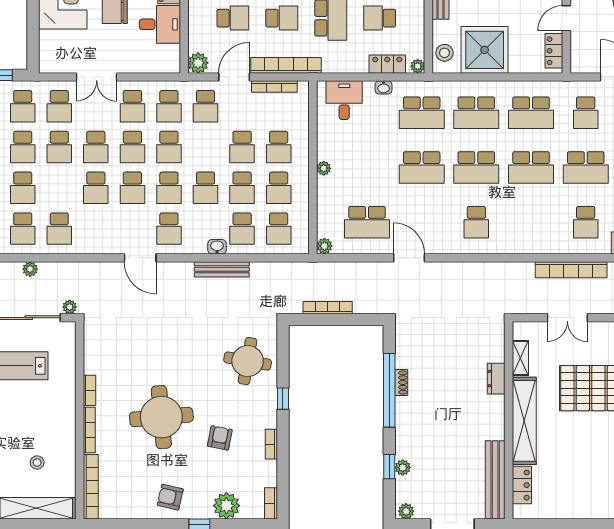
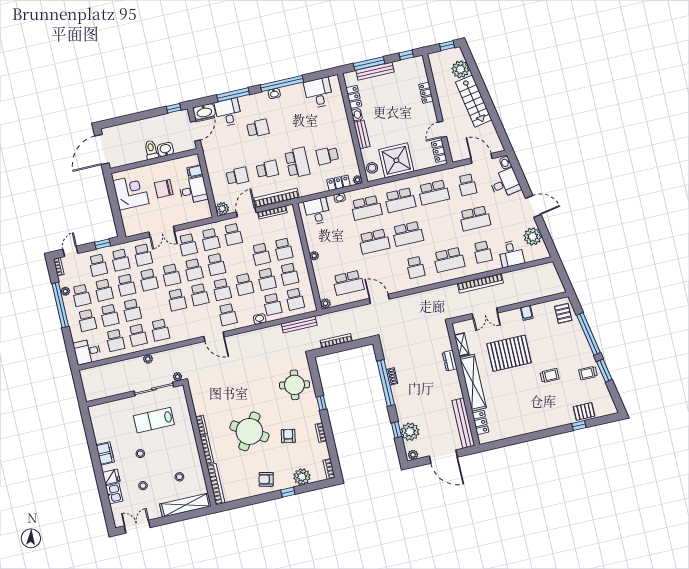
school desk: (531, 167) -> (449, 260), moved
bench: (222, 269) -> (299, 324), moved
round table: (161, 417) -> (249, 431), turned 38
plant: (403, 468) -> (410, 432), width x1.88, depth x1.88

